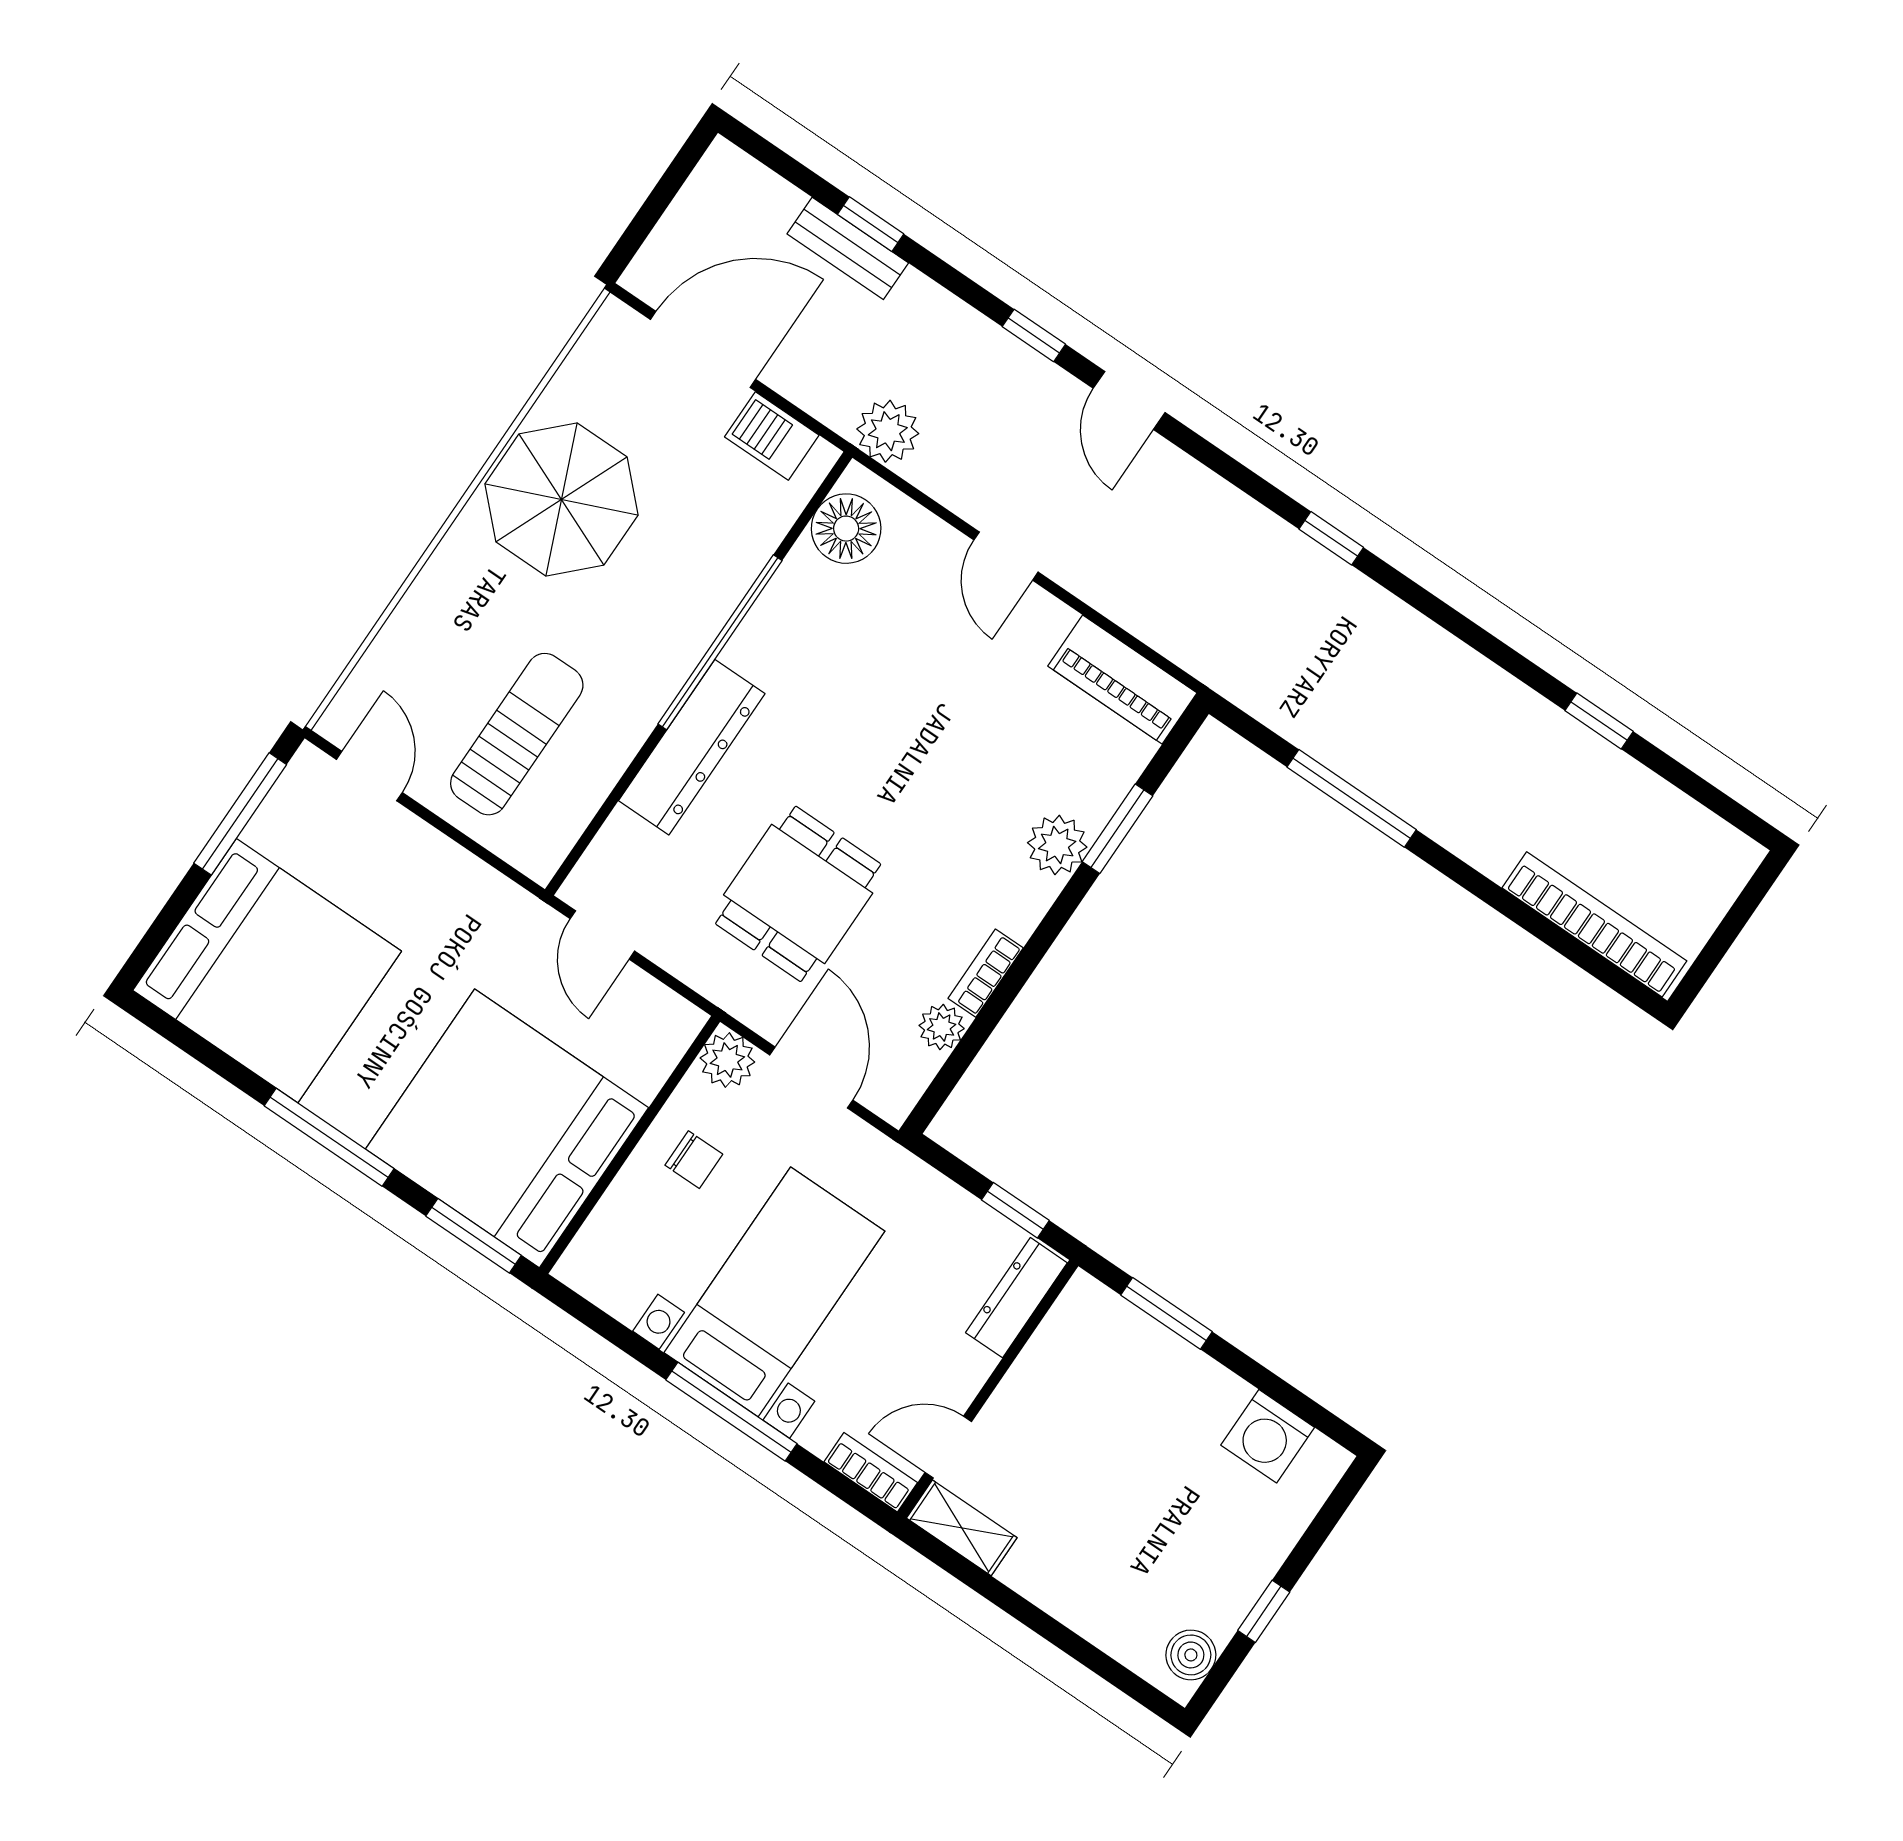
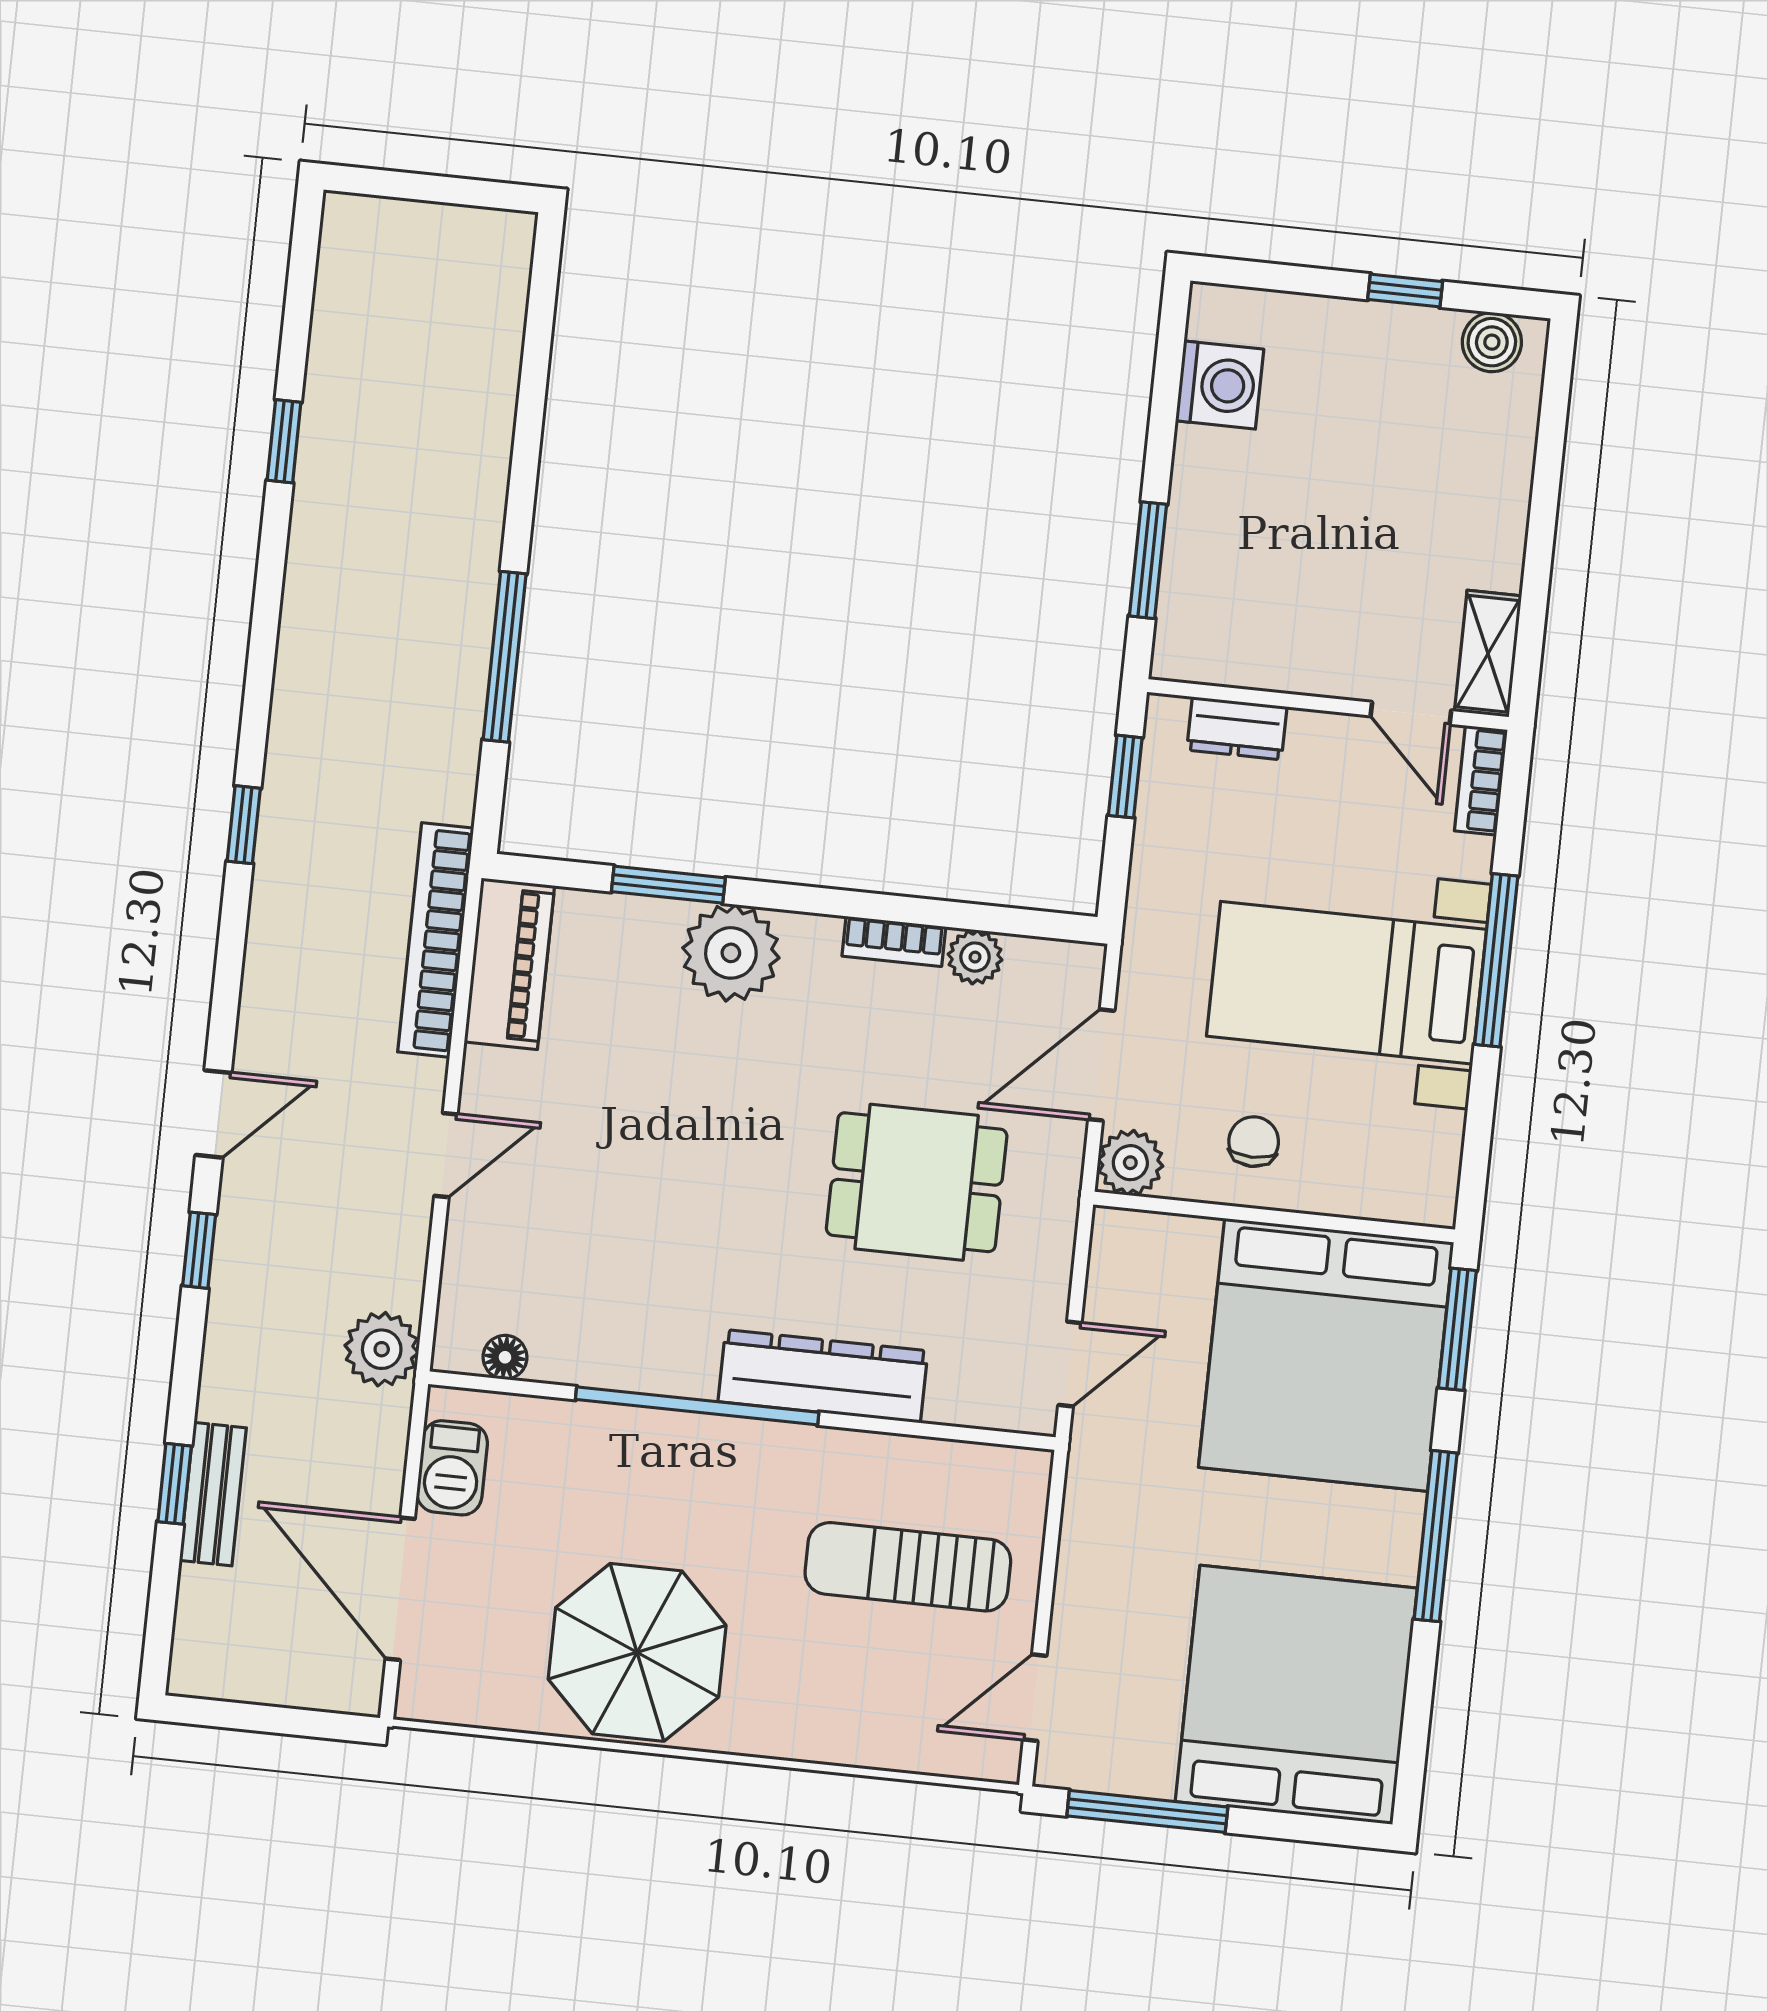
floor lamp: (846, 529) -> (505, 1357), width x0.53, depth x0.53
plant: (1057, 845) -> (731, 953), width x1.36, depth x1.36
bookcase: (1594, 924) -> (436, 940), moved
dresser: (1016, 1298) -> (1237, 728), width x0.70

